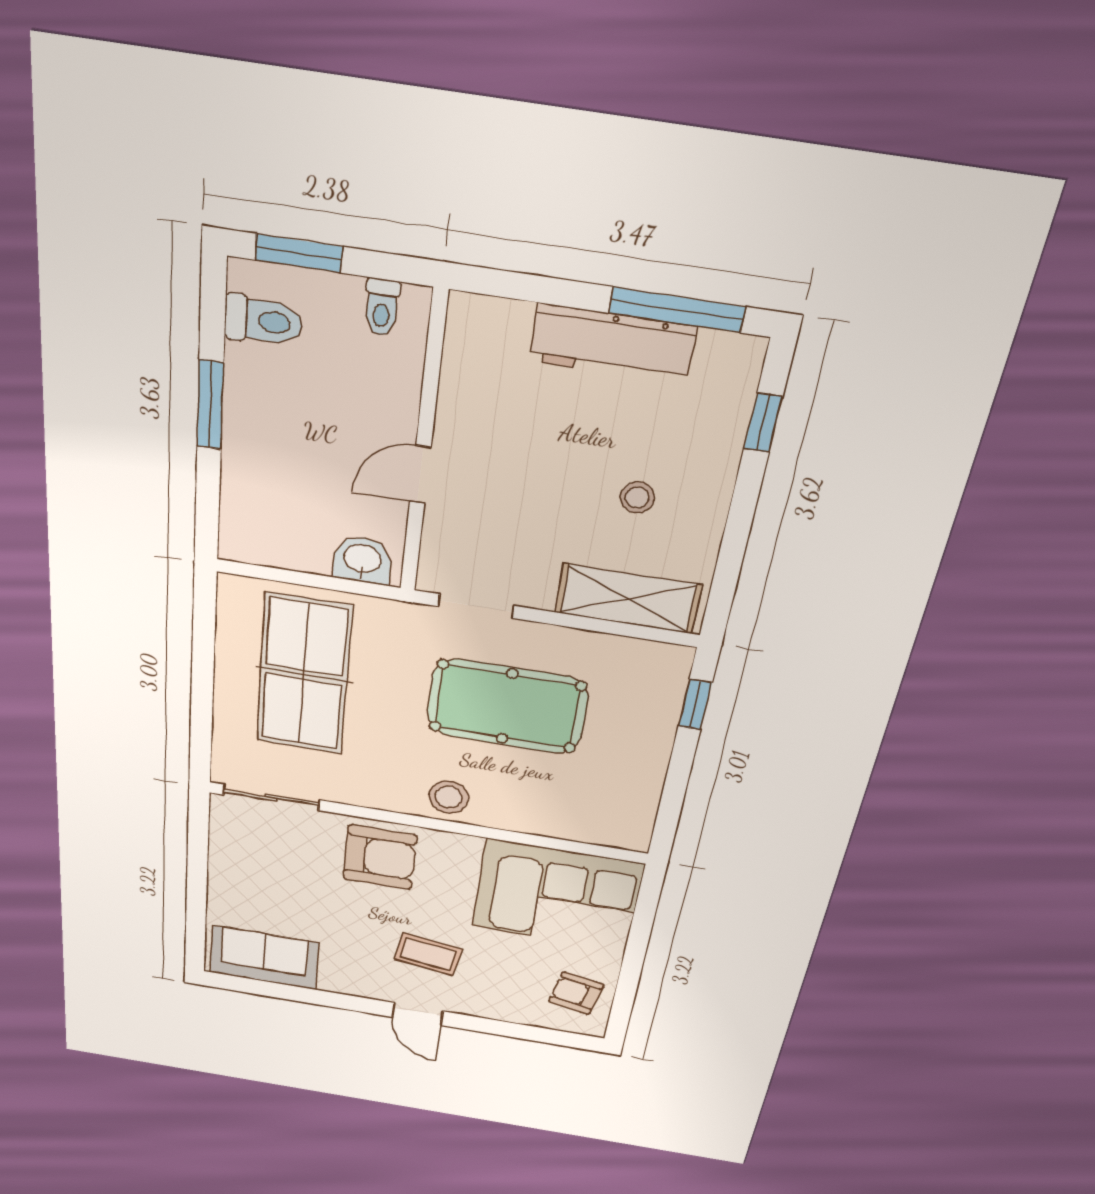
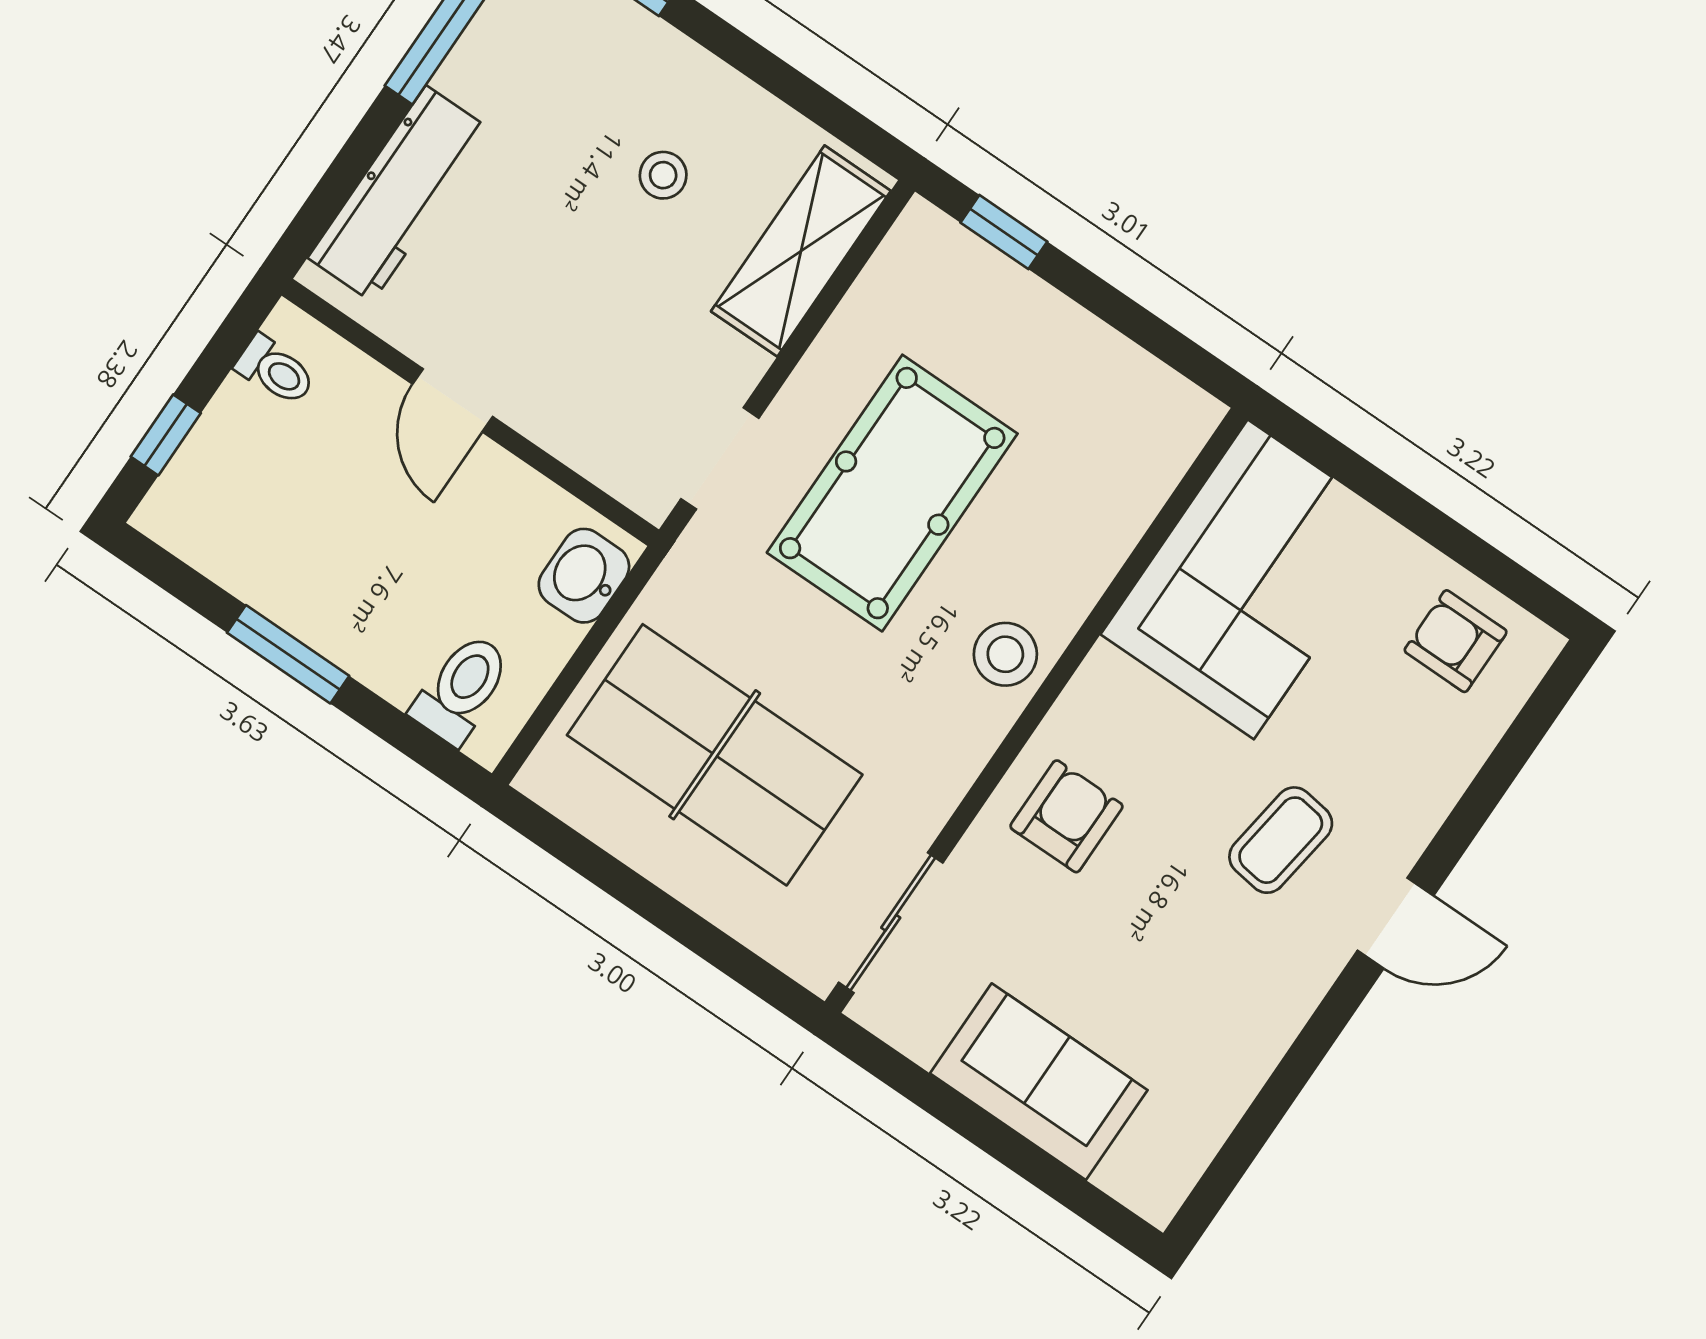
window: (299, 253) -> (166, 435), width x0.67
toilet: (263, 321) -> (462, 689), moved
workbench: (612, 344) -> (399, 194), moved
door: (420, 475) -> (453, 400), moved
armchair: (380, 857) -> (1066, 816), width x0.72, depth x0.72
sofa: (264, 958) -> (1039, 1082), moved, turned 90
armchair: (576, 993) -> (1456, 641), turned 79

